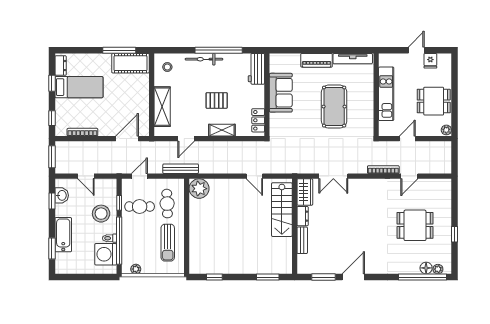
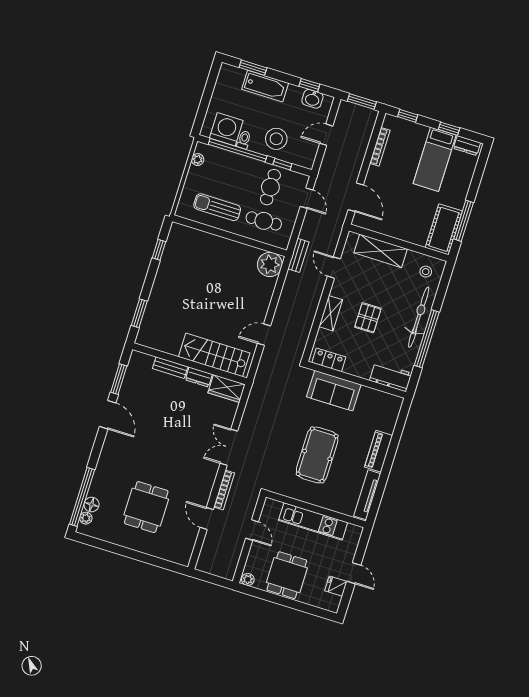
bicycle: (204, 59) -> (419, 317), width x1.37, depth x1.40
sofa: (281, 93) -> (334, 391), moved
pool table: (334, 107) -> (317, 455), turned 90
bench: (181, 169) -> (298, 255), width x0.73
double door: (333, 176) -> (229, 447), moved
window: (454, 234) -> (121, 551), removed

